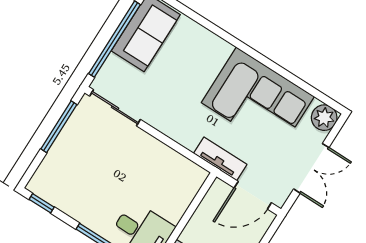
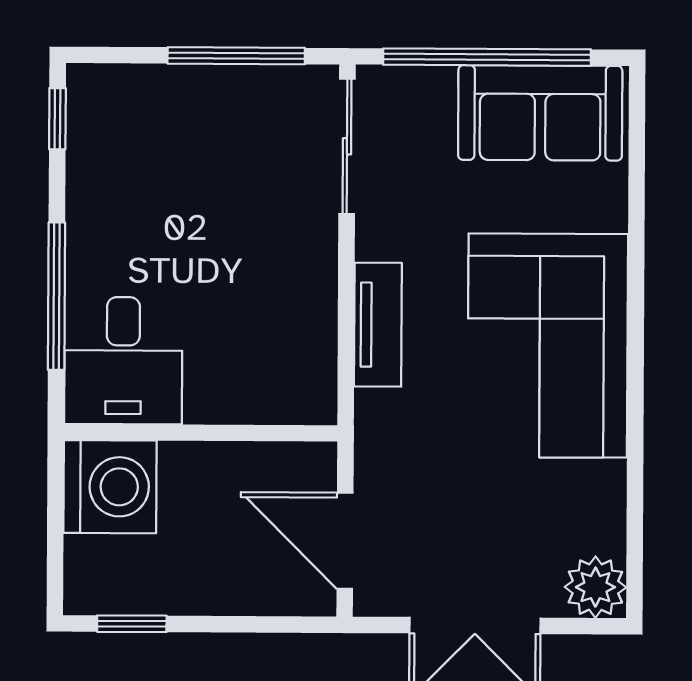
corner sofa: (258, 99) -> (548, 345), moved
tv unit: (220, 159) -> (378, 325), moved

